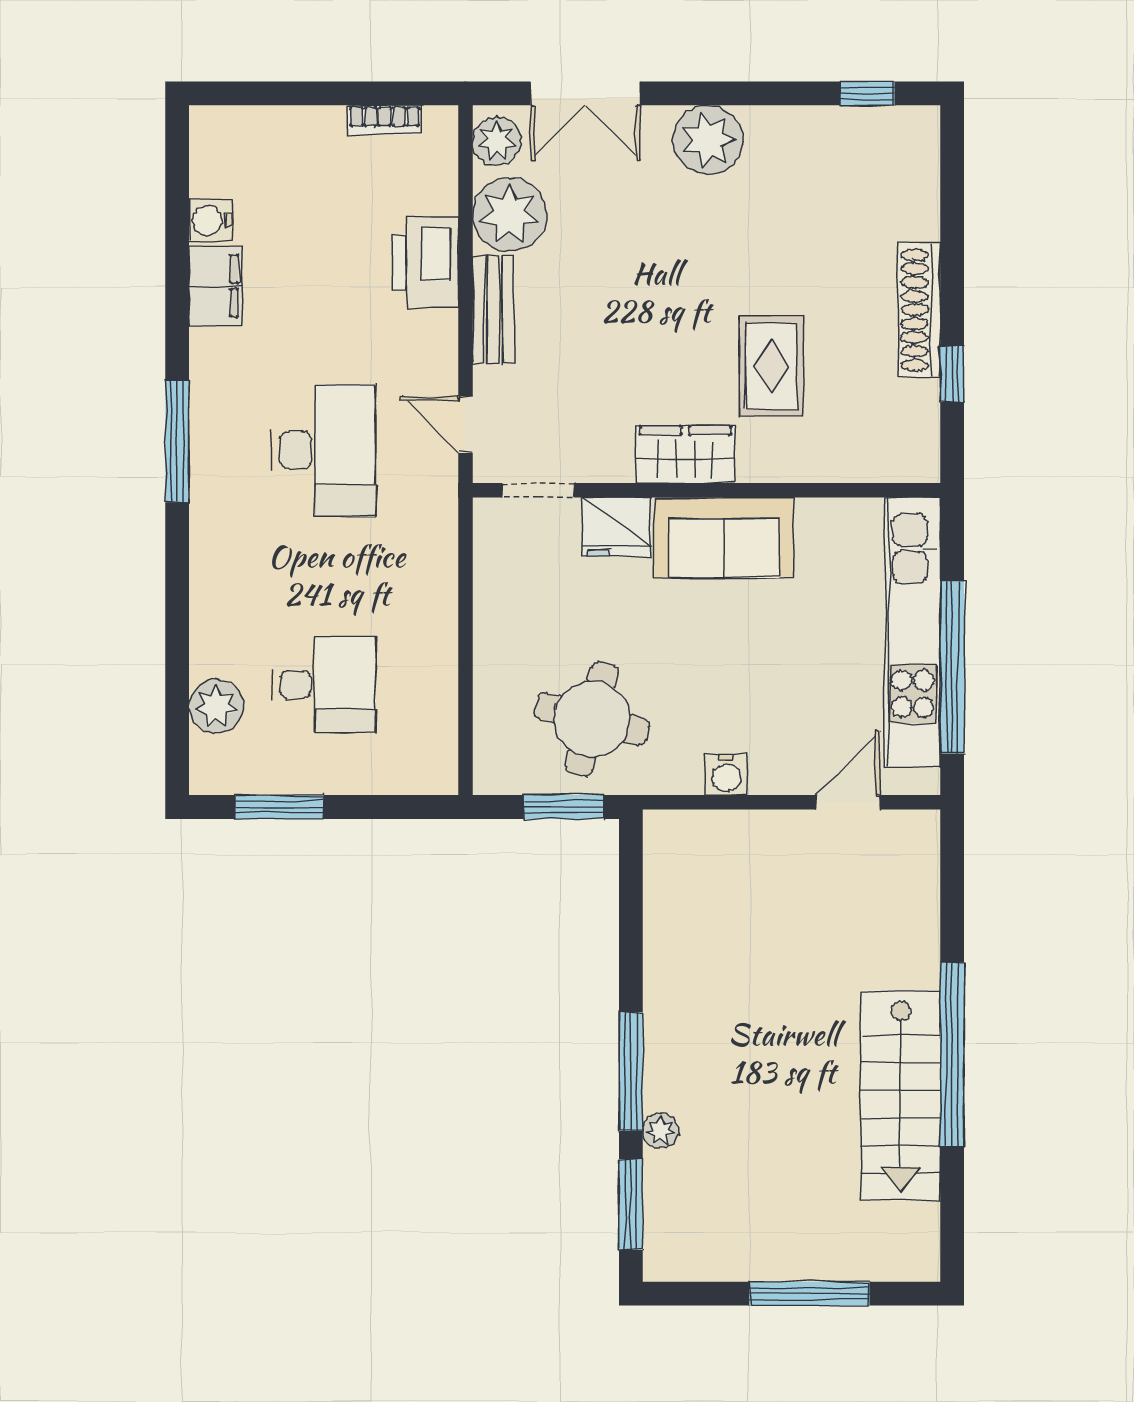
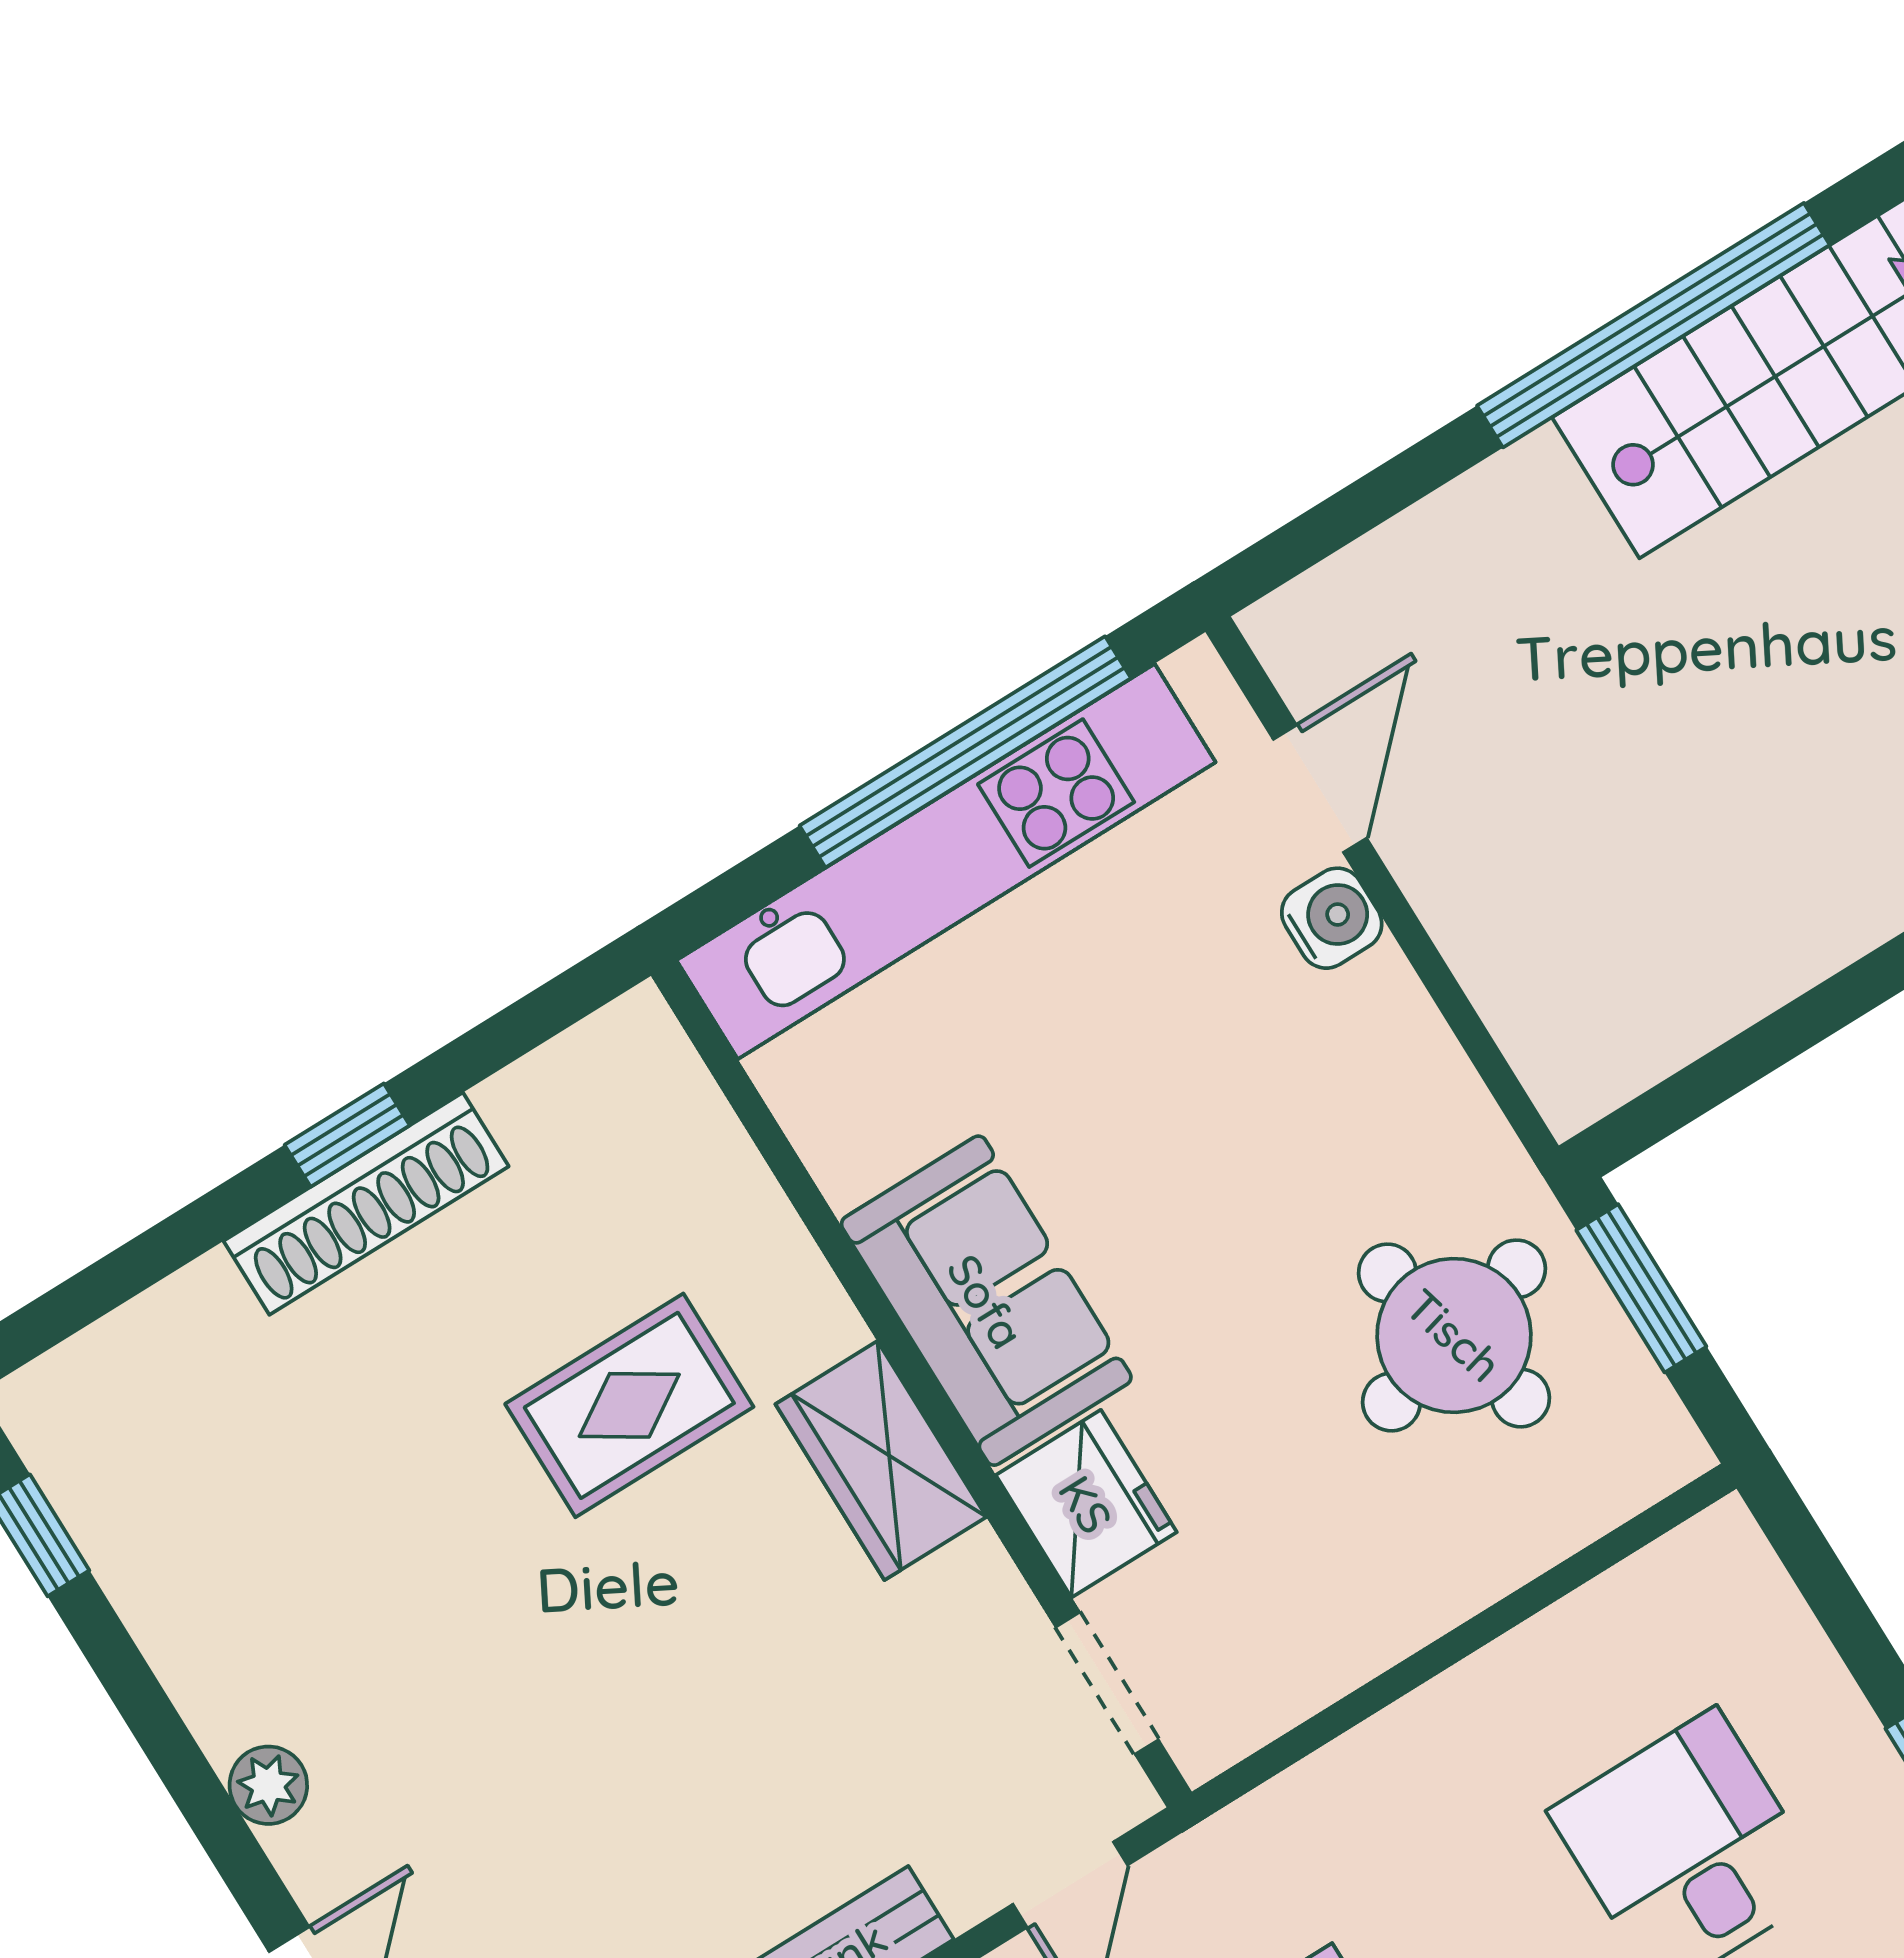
plant: (708, 140) -> (268, 1785), width x0.53, depth x0.53
window: (952, 374) -> (347, 1135), moved
round table: (592, 719) -> (1454, 1335), turned -30
water cooler: (726, 774) -> (1332, 918), moved
door: (848, 802) -> (1320, 789), swing flipped

